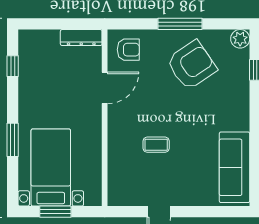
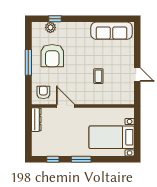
plant: (240, 39) -> (50, 27), moved
armchair: (192, 65) -> (52, 56), turned -146
window: (13, 140) -> (81, 159), moved
window: (55, 212) -> (137, 135), removed

